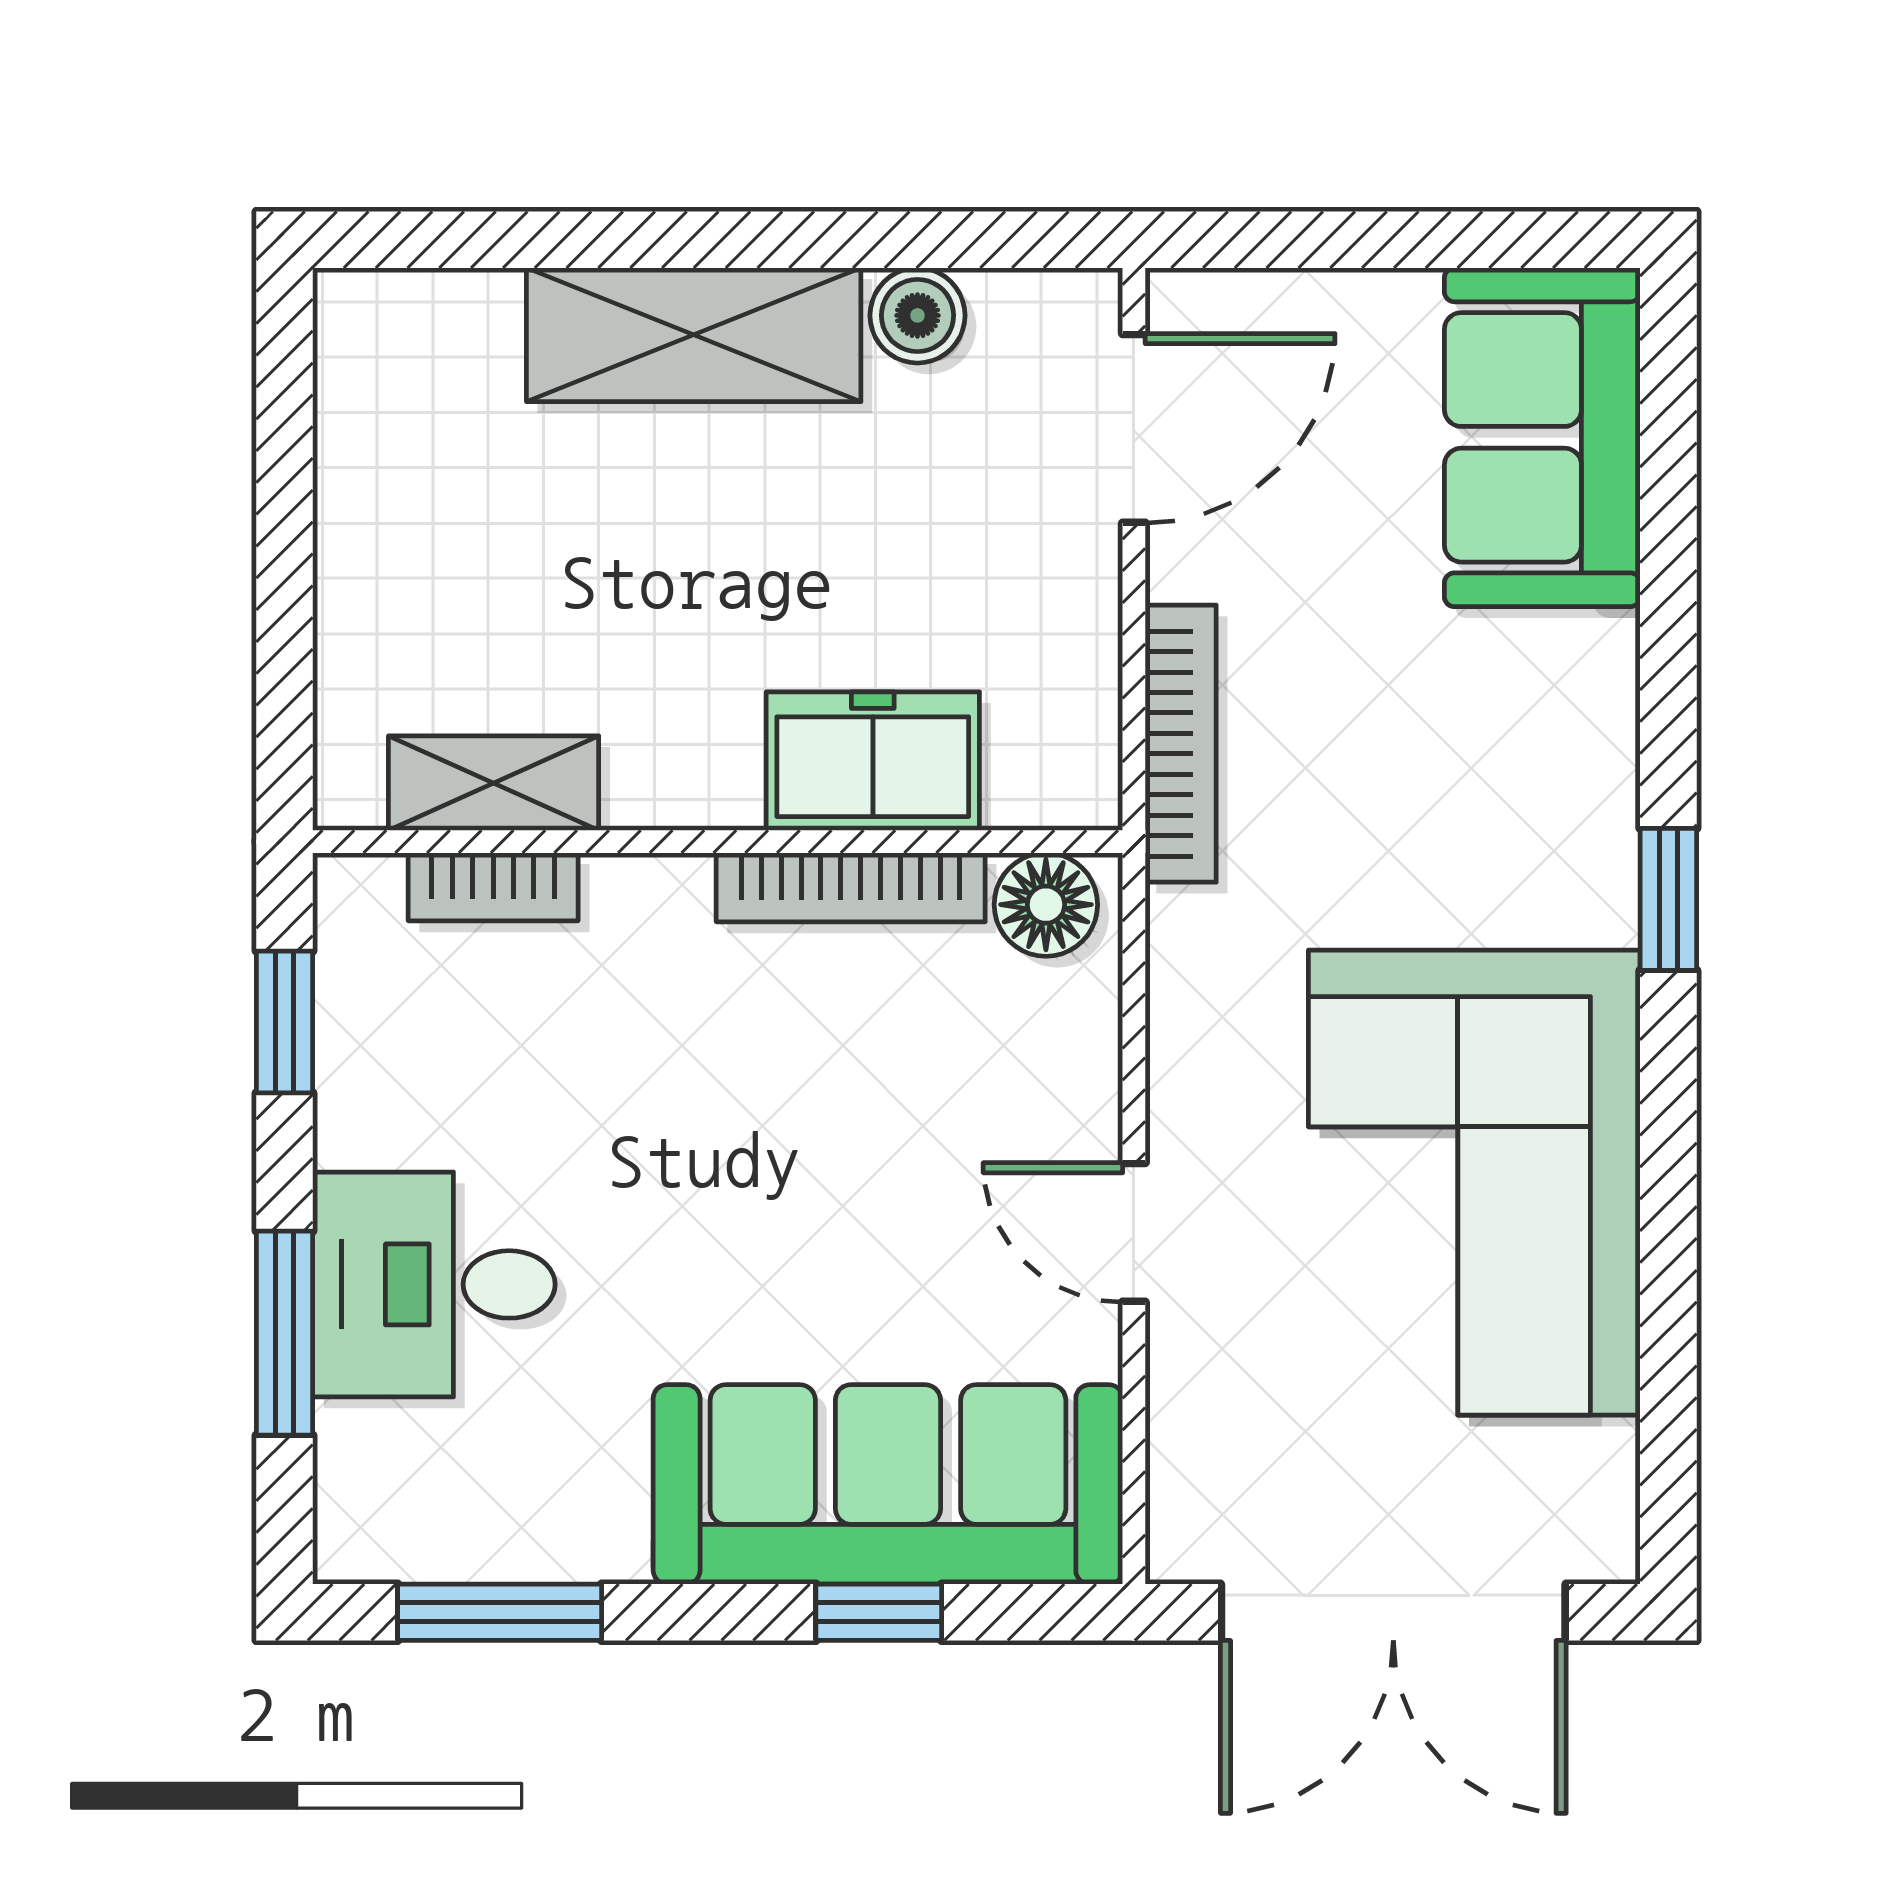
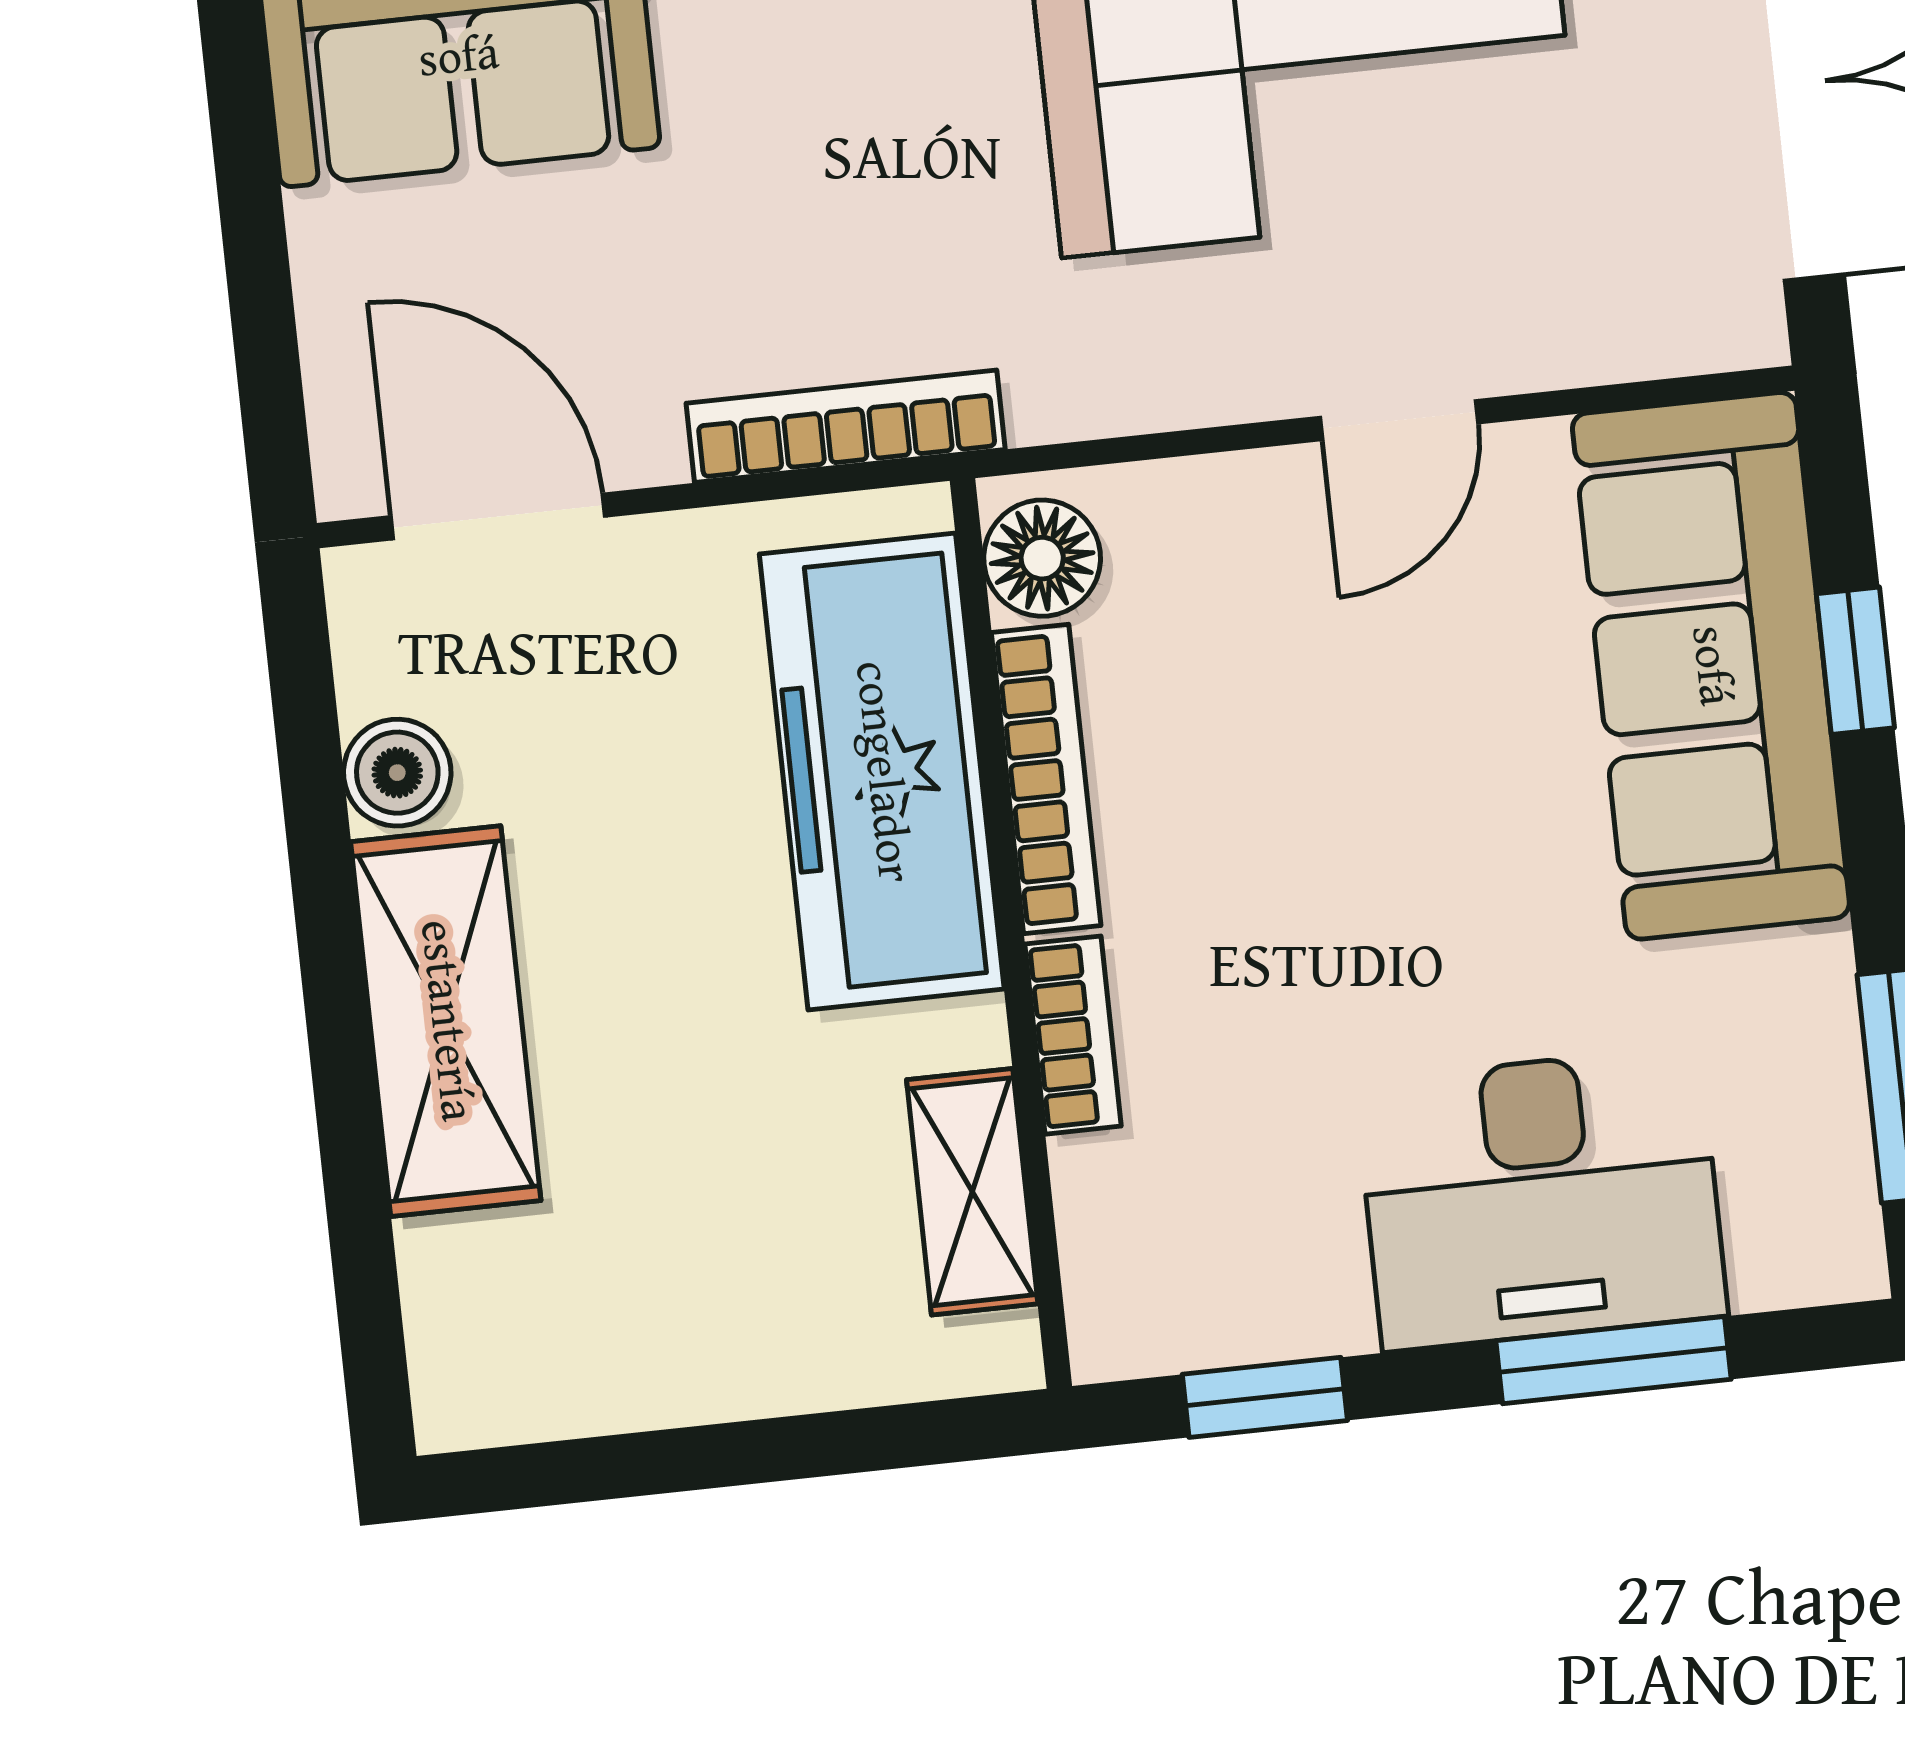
freezer: (873, 761) -> (882, 772), width x1.91, depth x1.26
bookcase: (493, 887) -> (1073, 1035), moved
desk: (434, 1284) -> (1541, 1198), width x1.37

